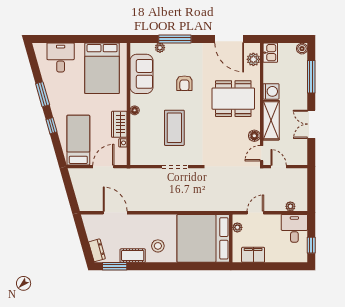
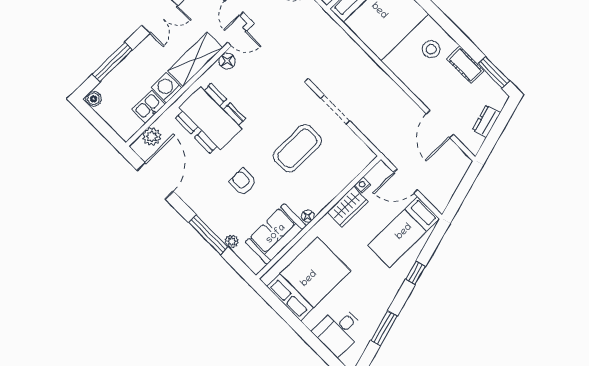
kitchen sink: (270, 53) -> (148, 107), moved
armchair: (184, 83) -> (243, 182), turned -90
window: (43, 94) -> (384, 328), moved
floor lamp: (135, 110) -> (308, 216), moved
dresser: (97, 250) -> (486, 121), moved

